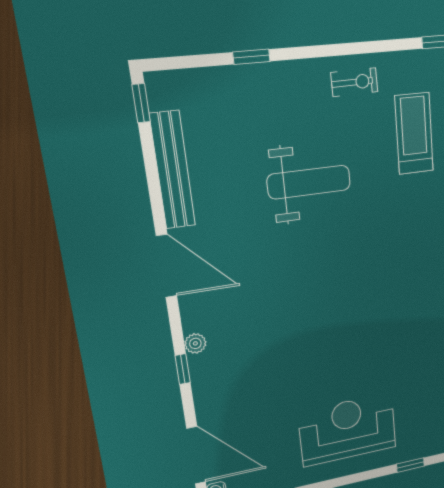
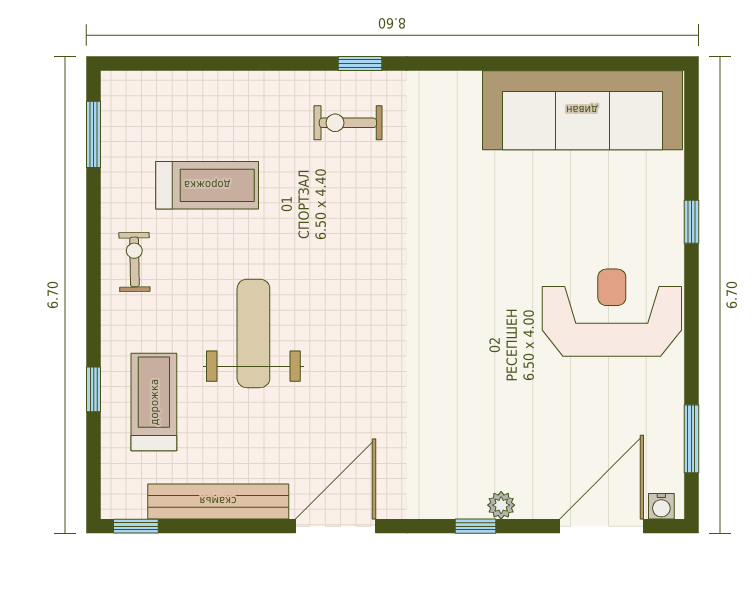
treadmill: (247, 109) -> (154, 402), added
treadmill: (414, 134) -> (207, 185), turned 180
plant: (195, 343) -> (501, 505), moved
reception desk: (348, 429) -> (612, 313), turned 90

